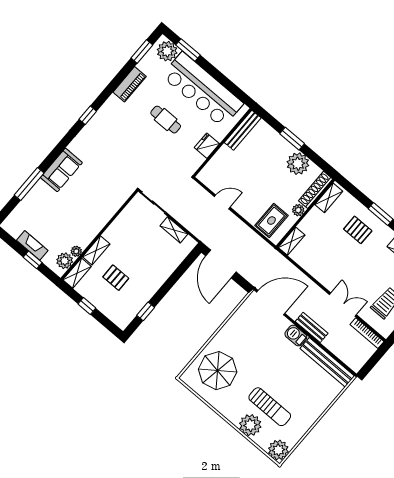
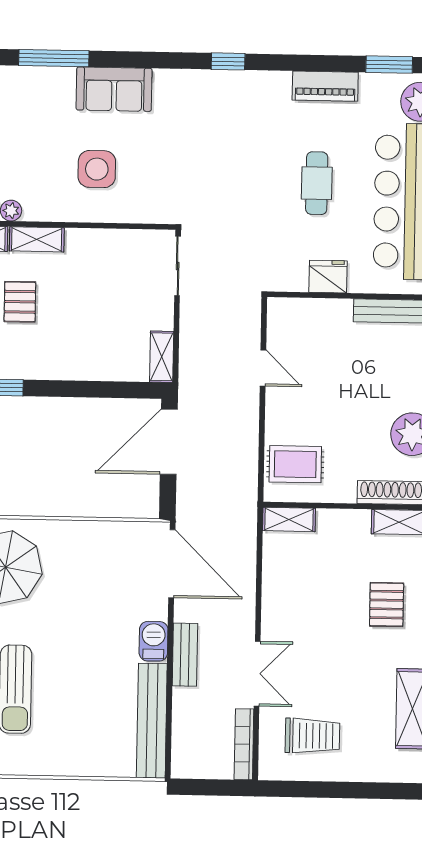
side table: (88, 203) -> (97, 169), added
plant: (298, 210) -> (344, 492), removed
shelving: (174, 230) -> (162, 357), moved

